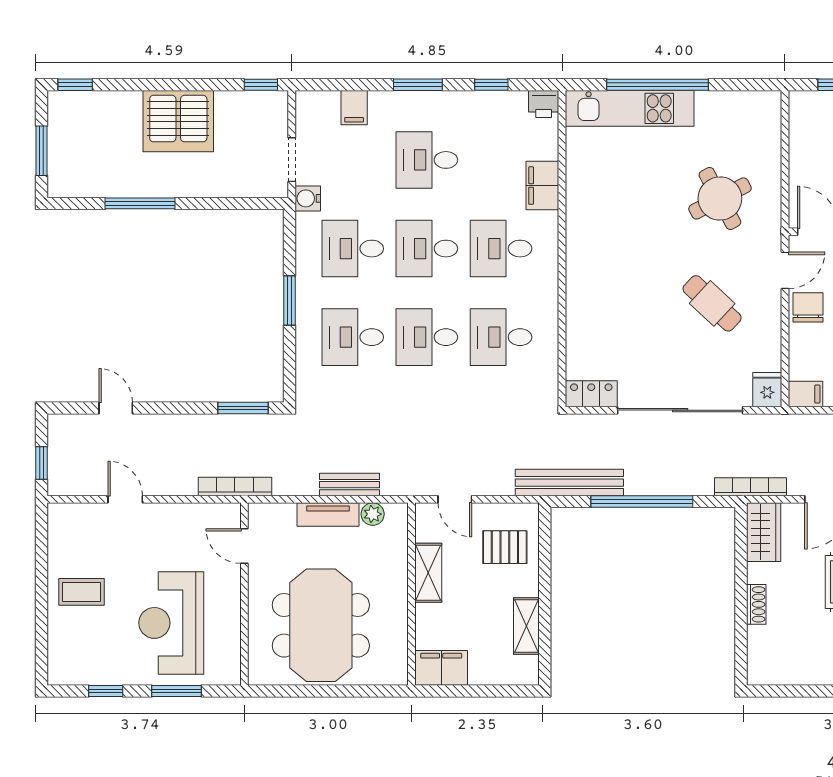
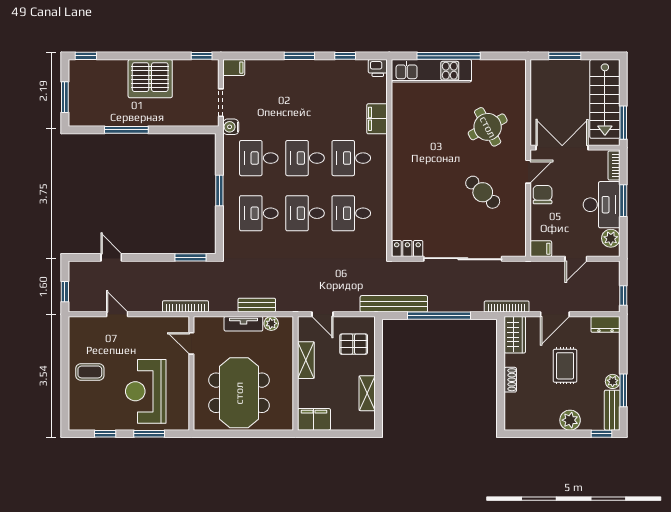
filing cabinet: (354, 108) -> (234, 68), moved, turned -90
desk: (427, 160) -> (305, 103), removed
fridge: (767, 390) -> (517, 246), removed

